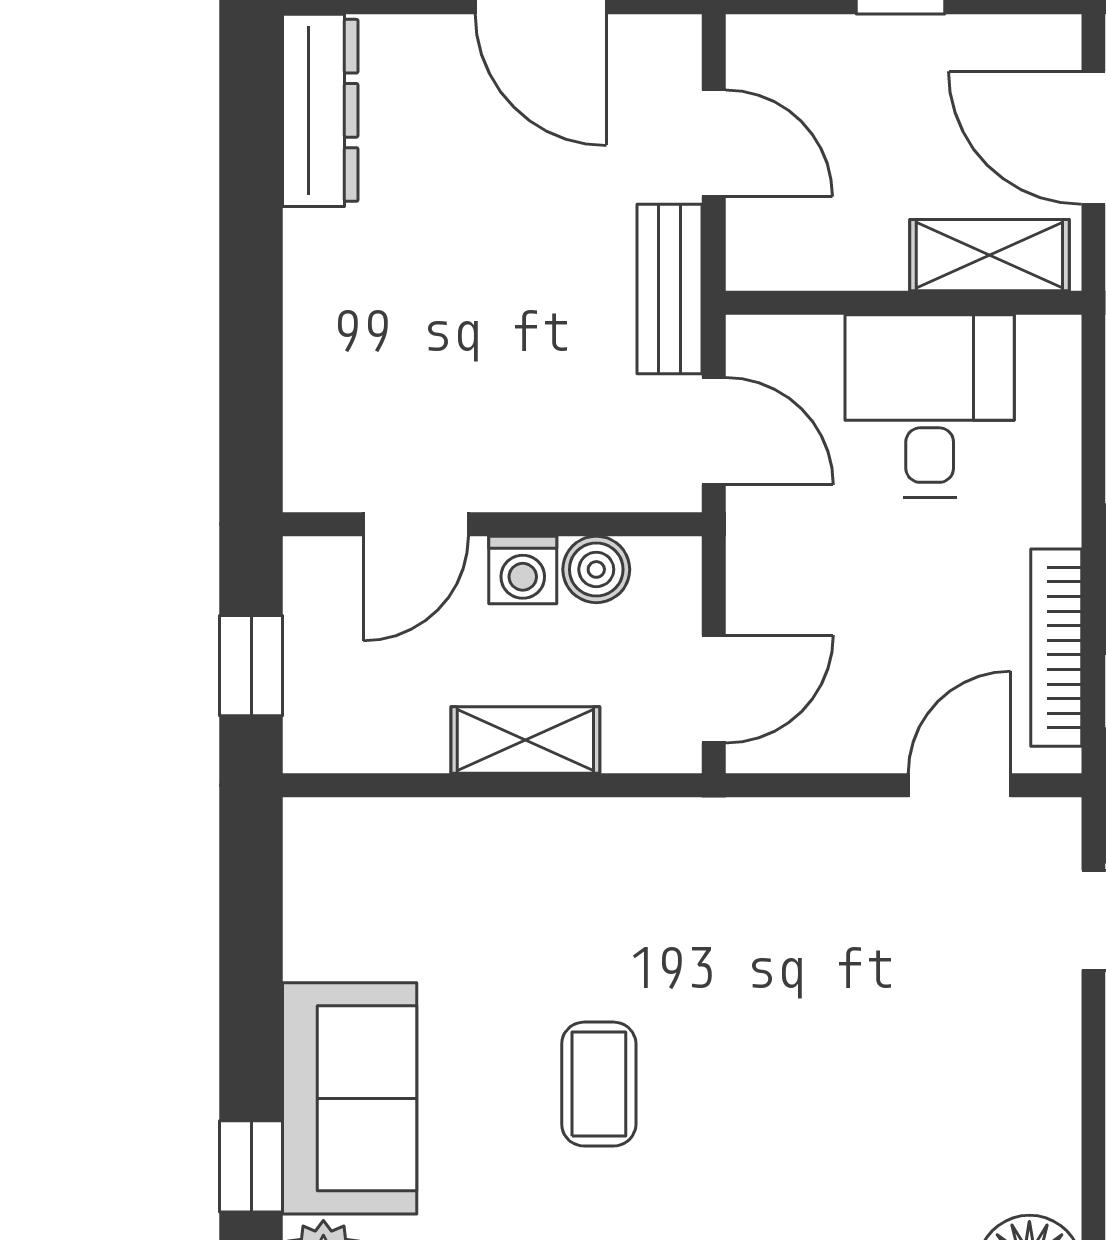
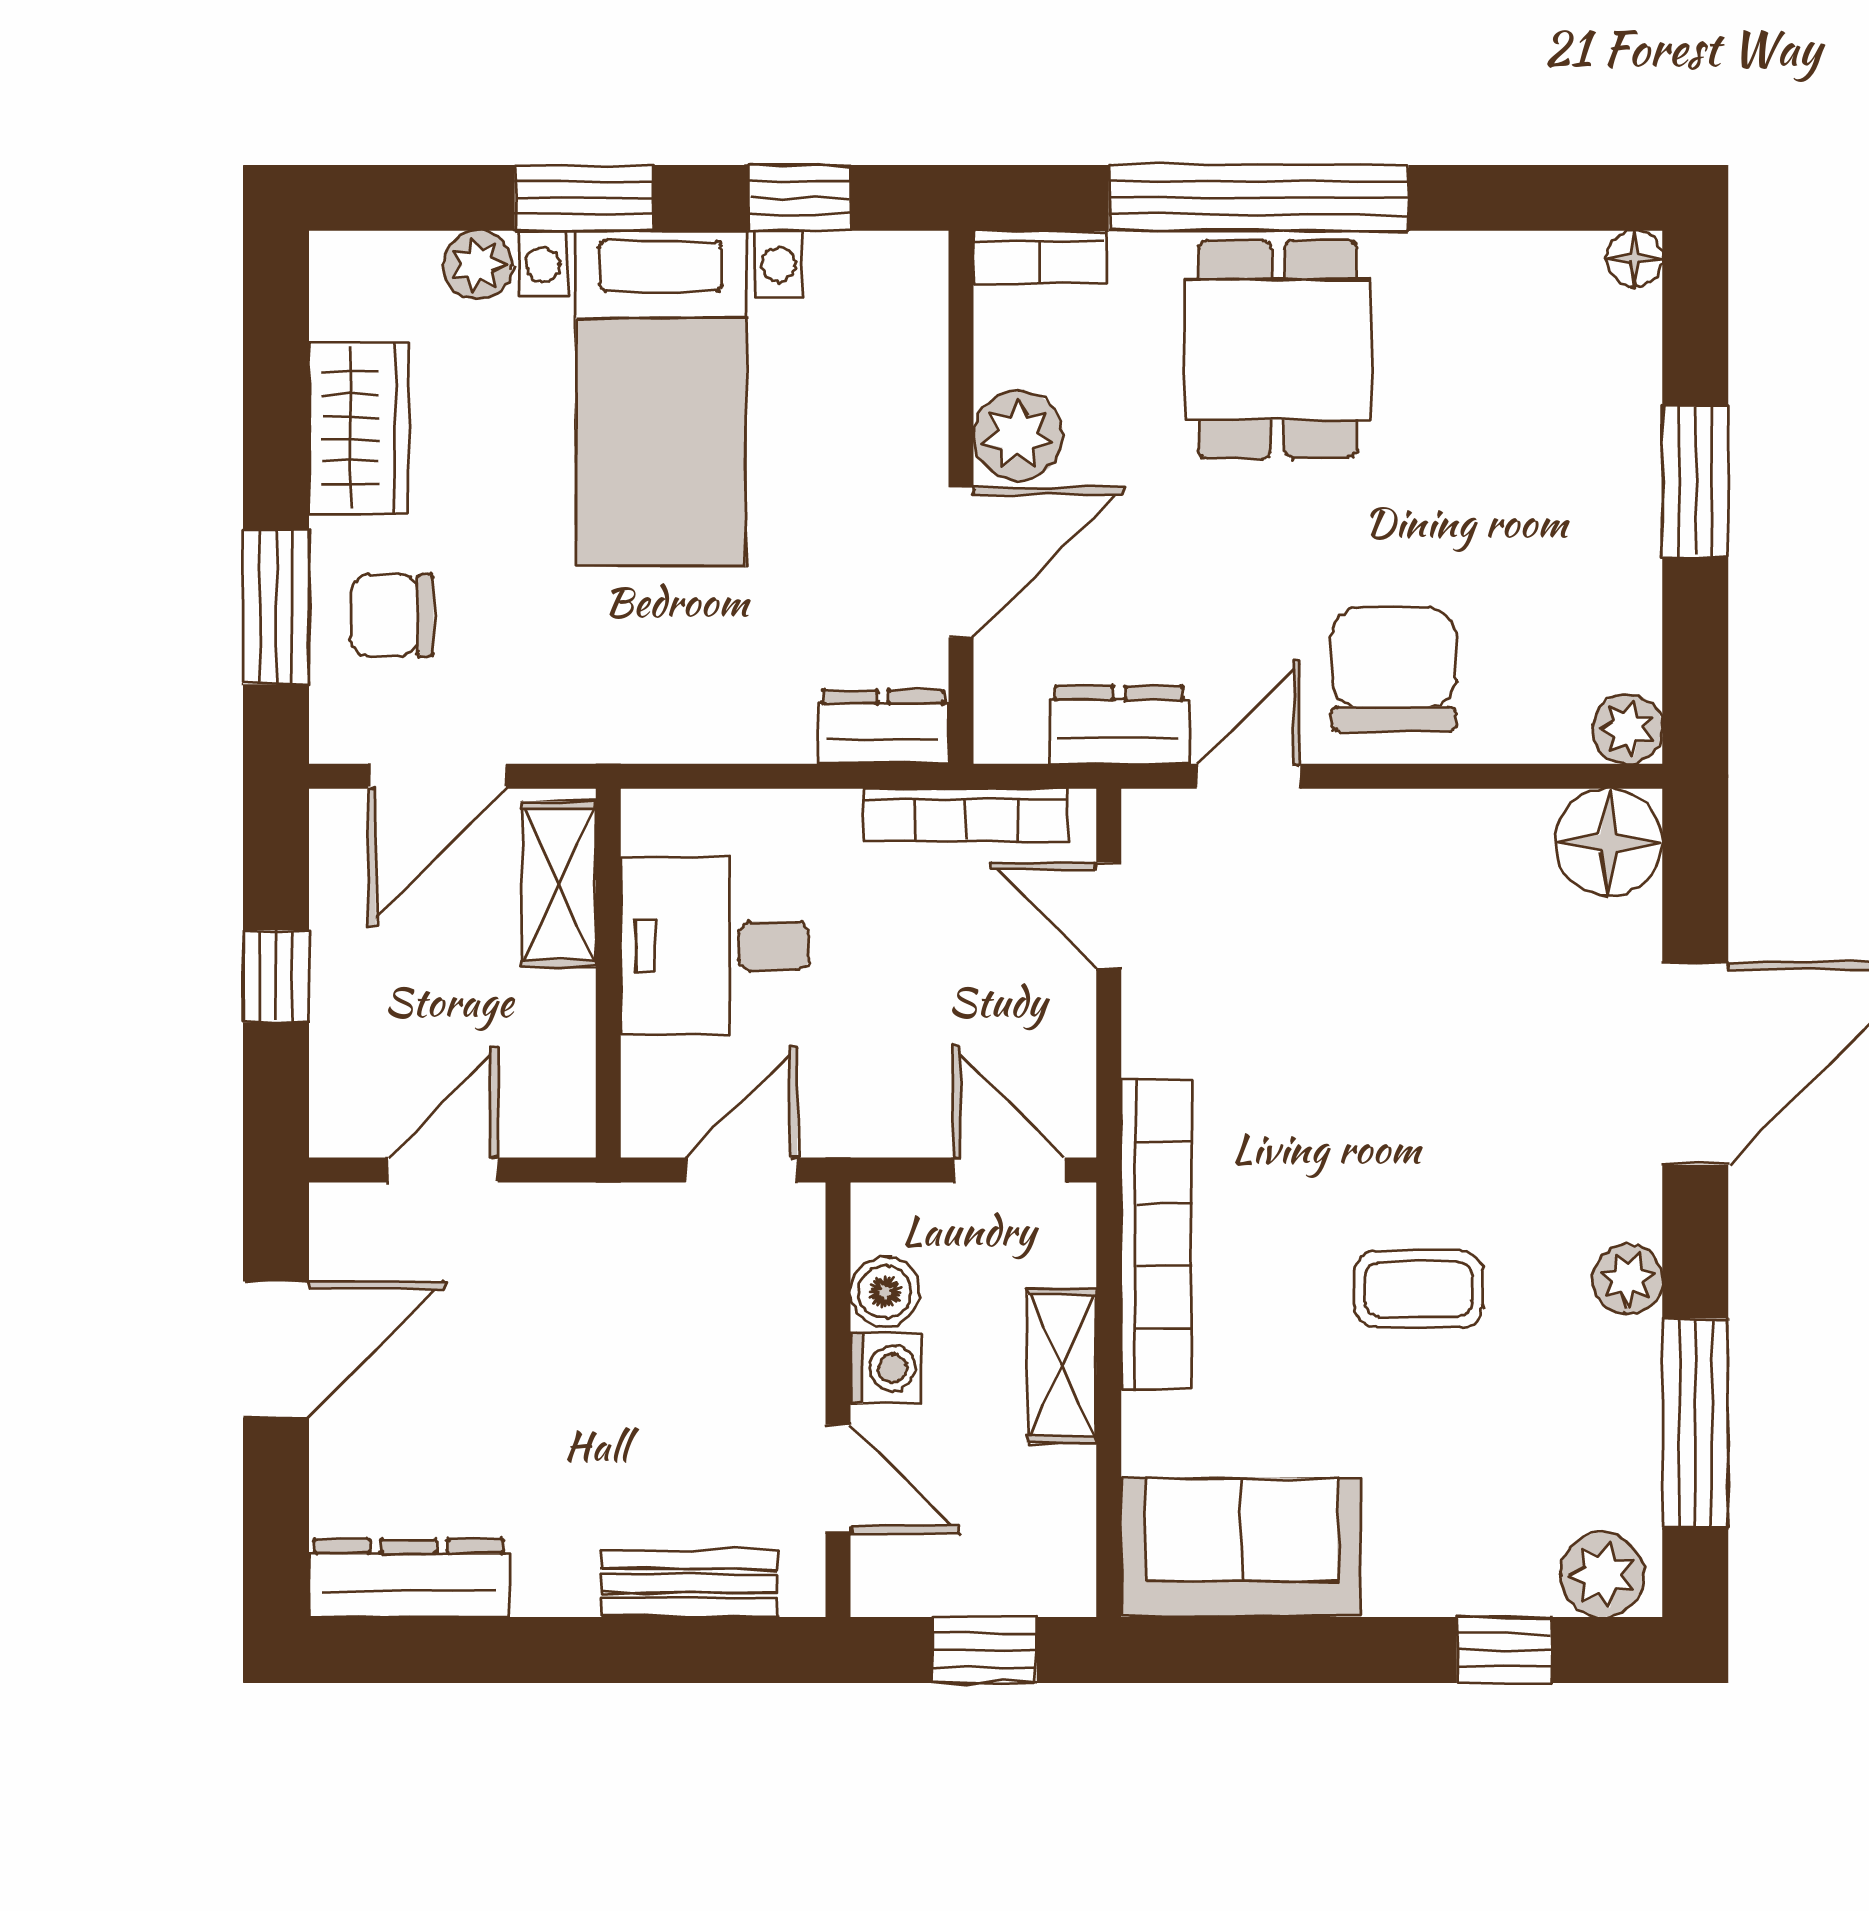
bench: (669, 289) -> (690, 1584), moved
bookcase: (652, 831) -> (1156, 1234), added
sofa: (350, 1098) -> (1241, 1548), moved

